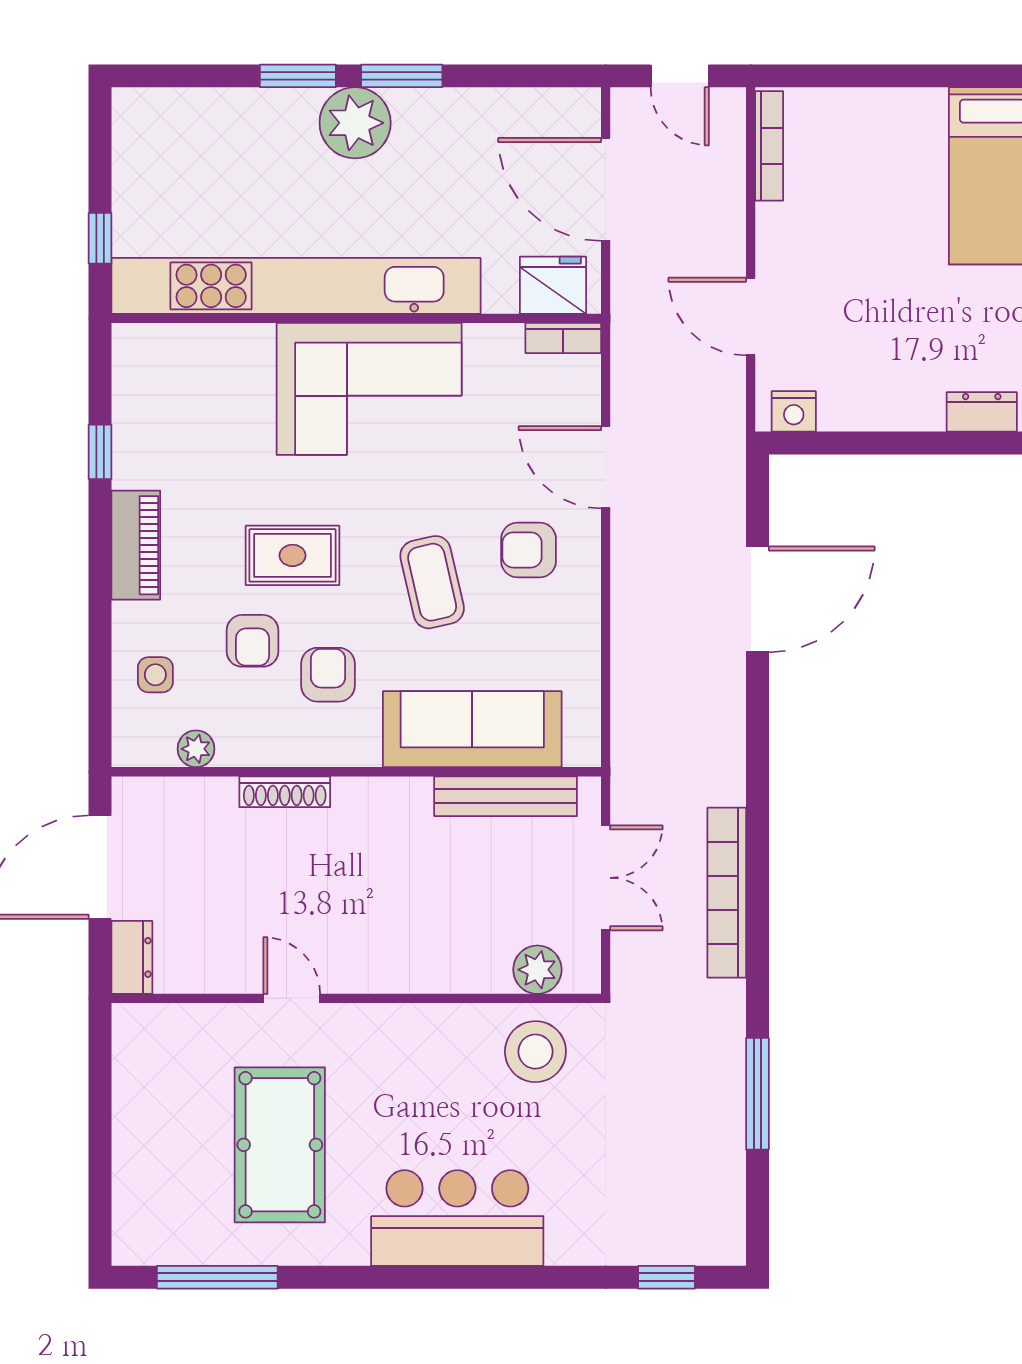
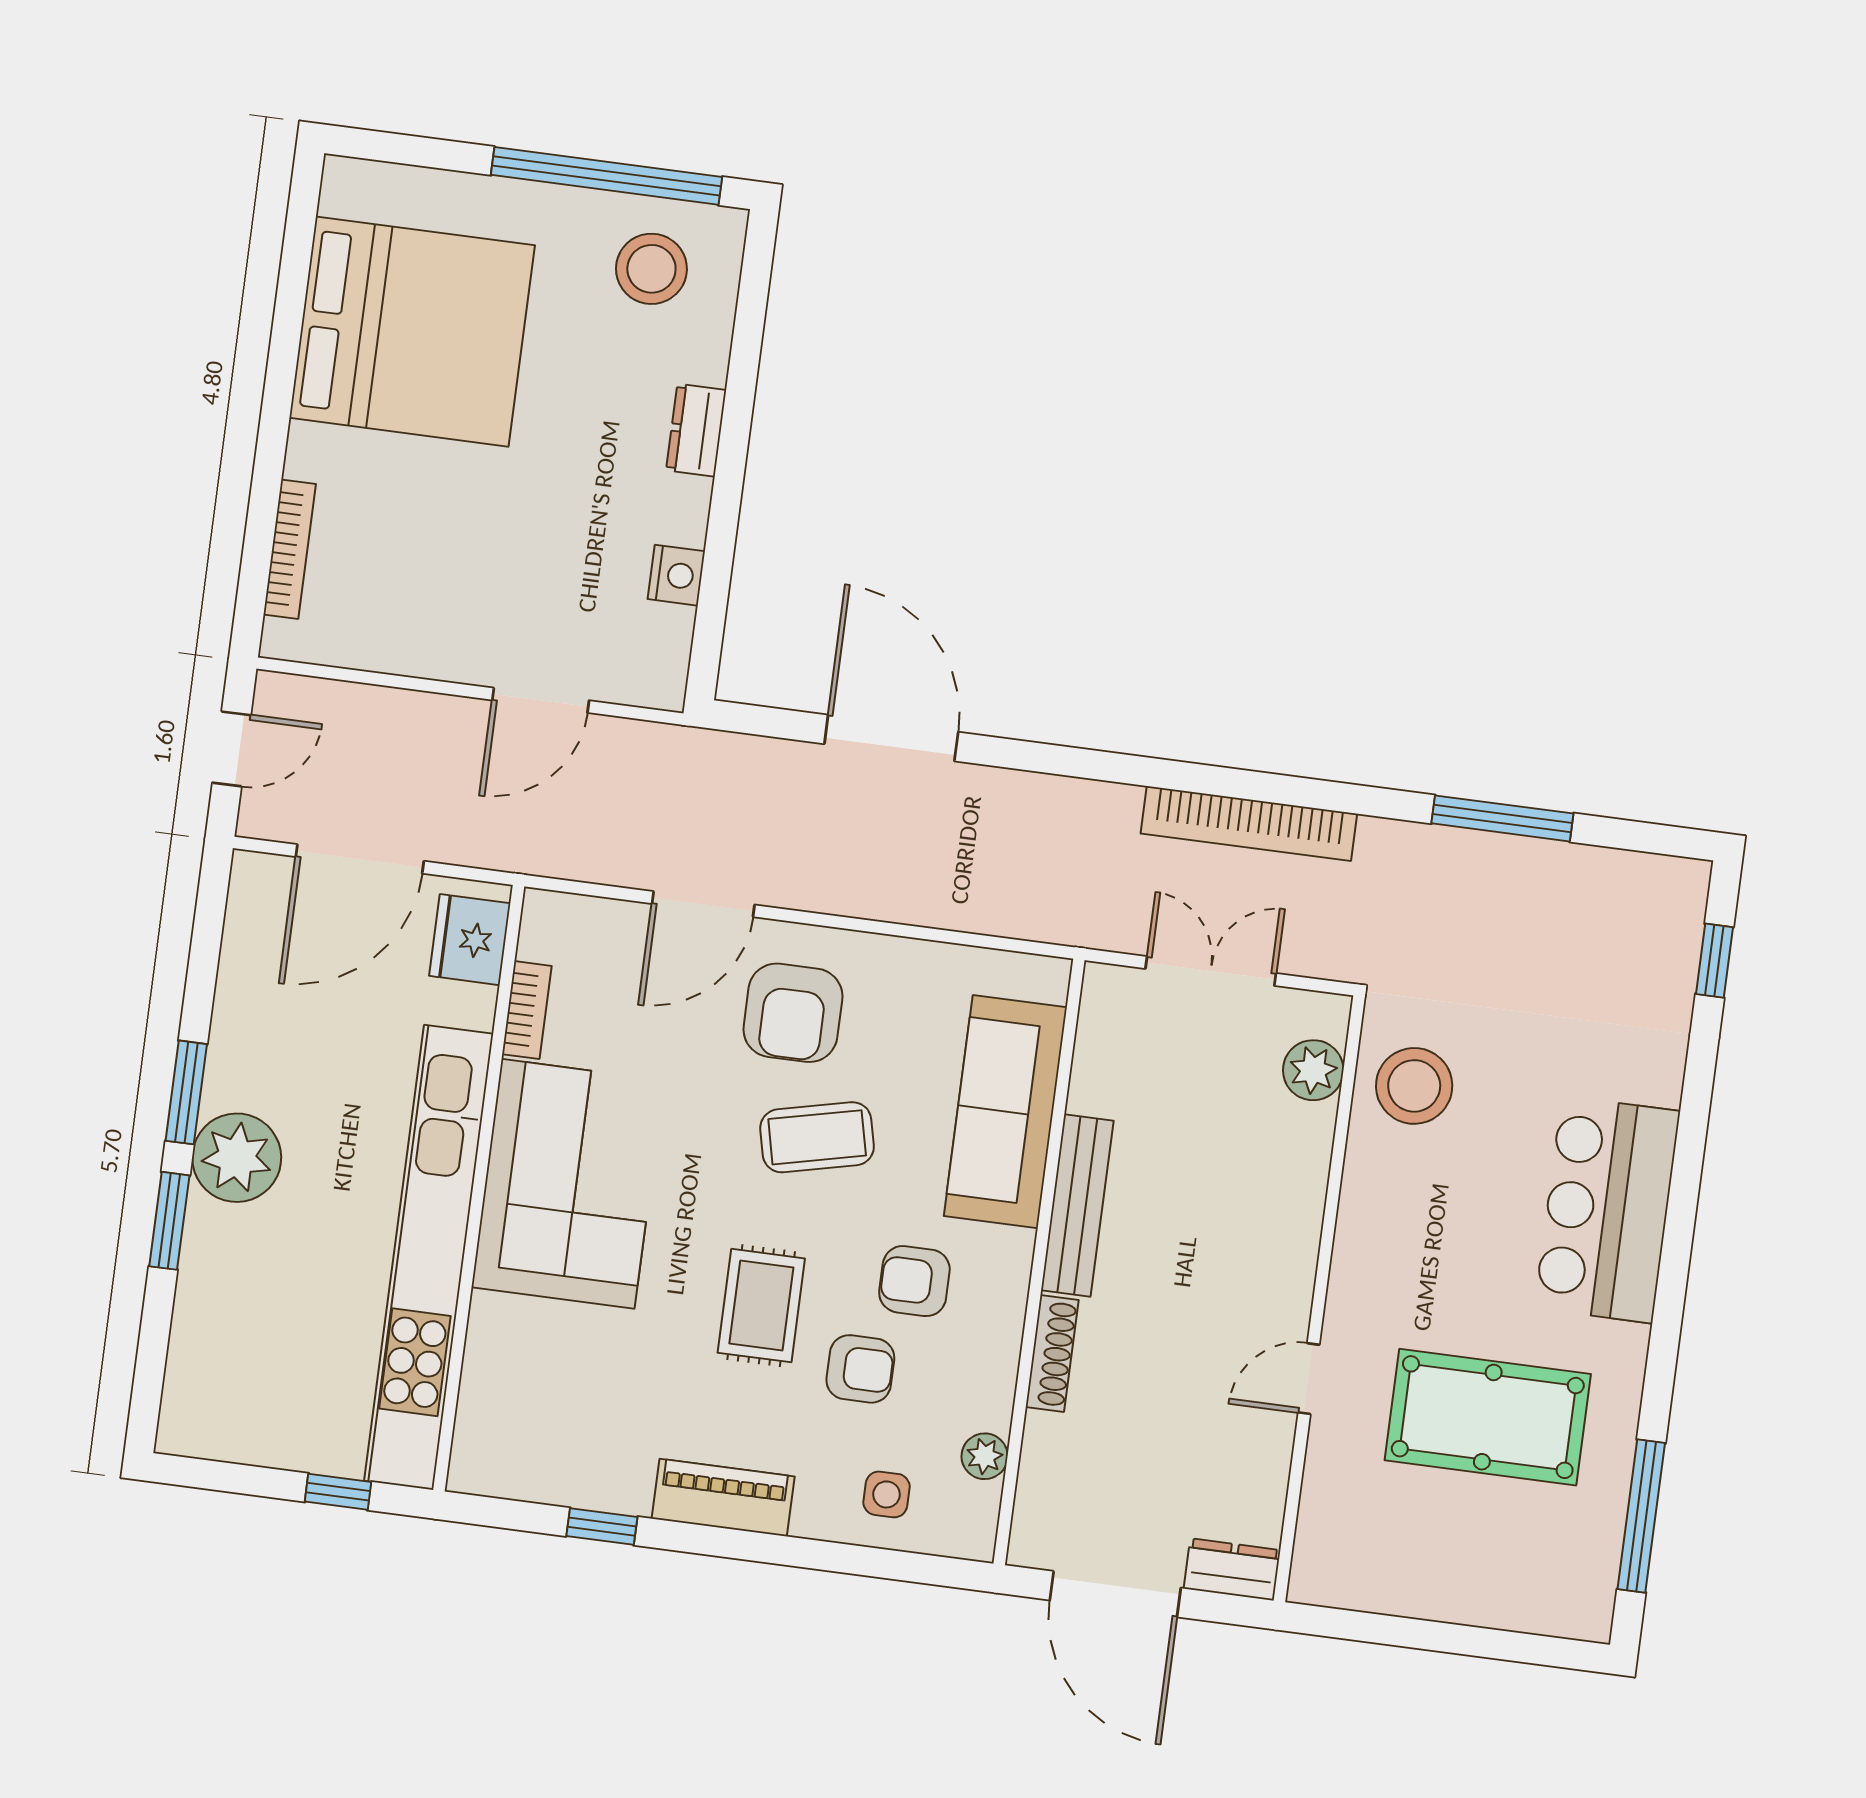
bookcase: (769, 146) -> (290, 549), moved, turned 90
bookcase: (563, 338) -> (527, 1010), moved
nightstand: (794, 411) -> (676, 575), moved
armchair: (529, 550) -> (793, 1013), width x1.38, depth x1.38
bench: (506, 796) -> (1077, 1205), moved

